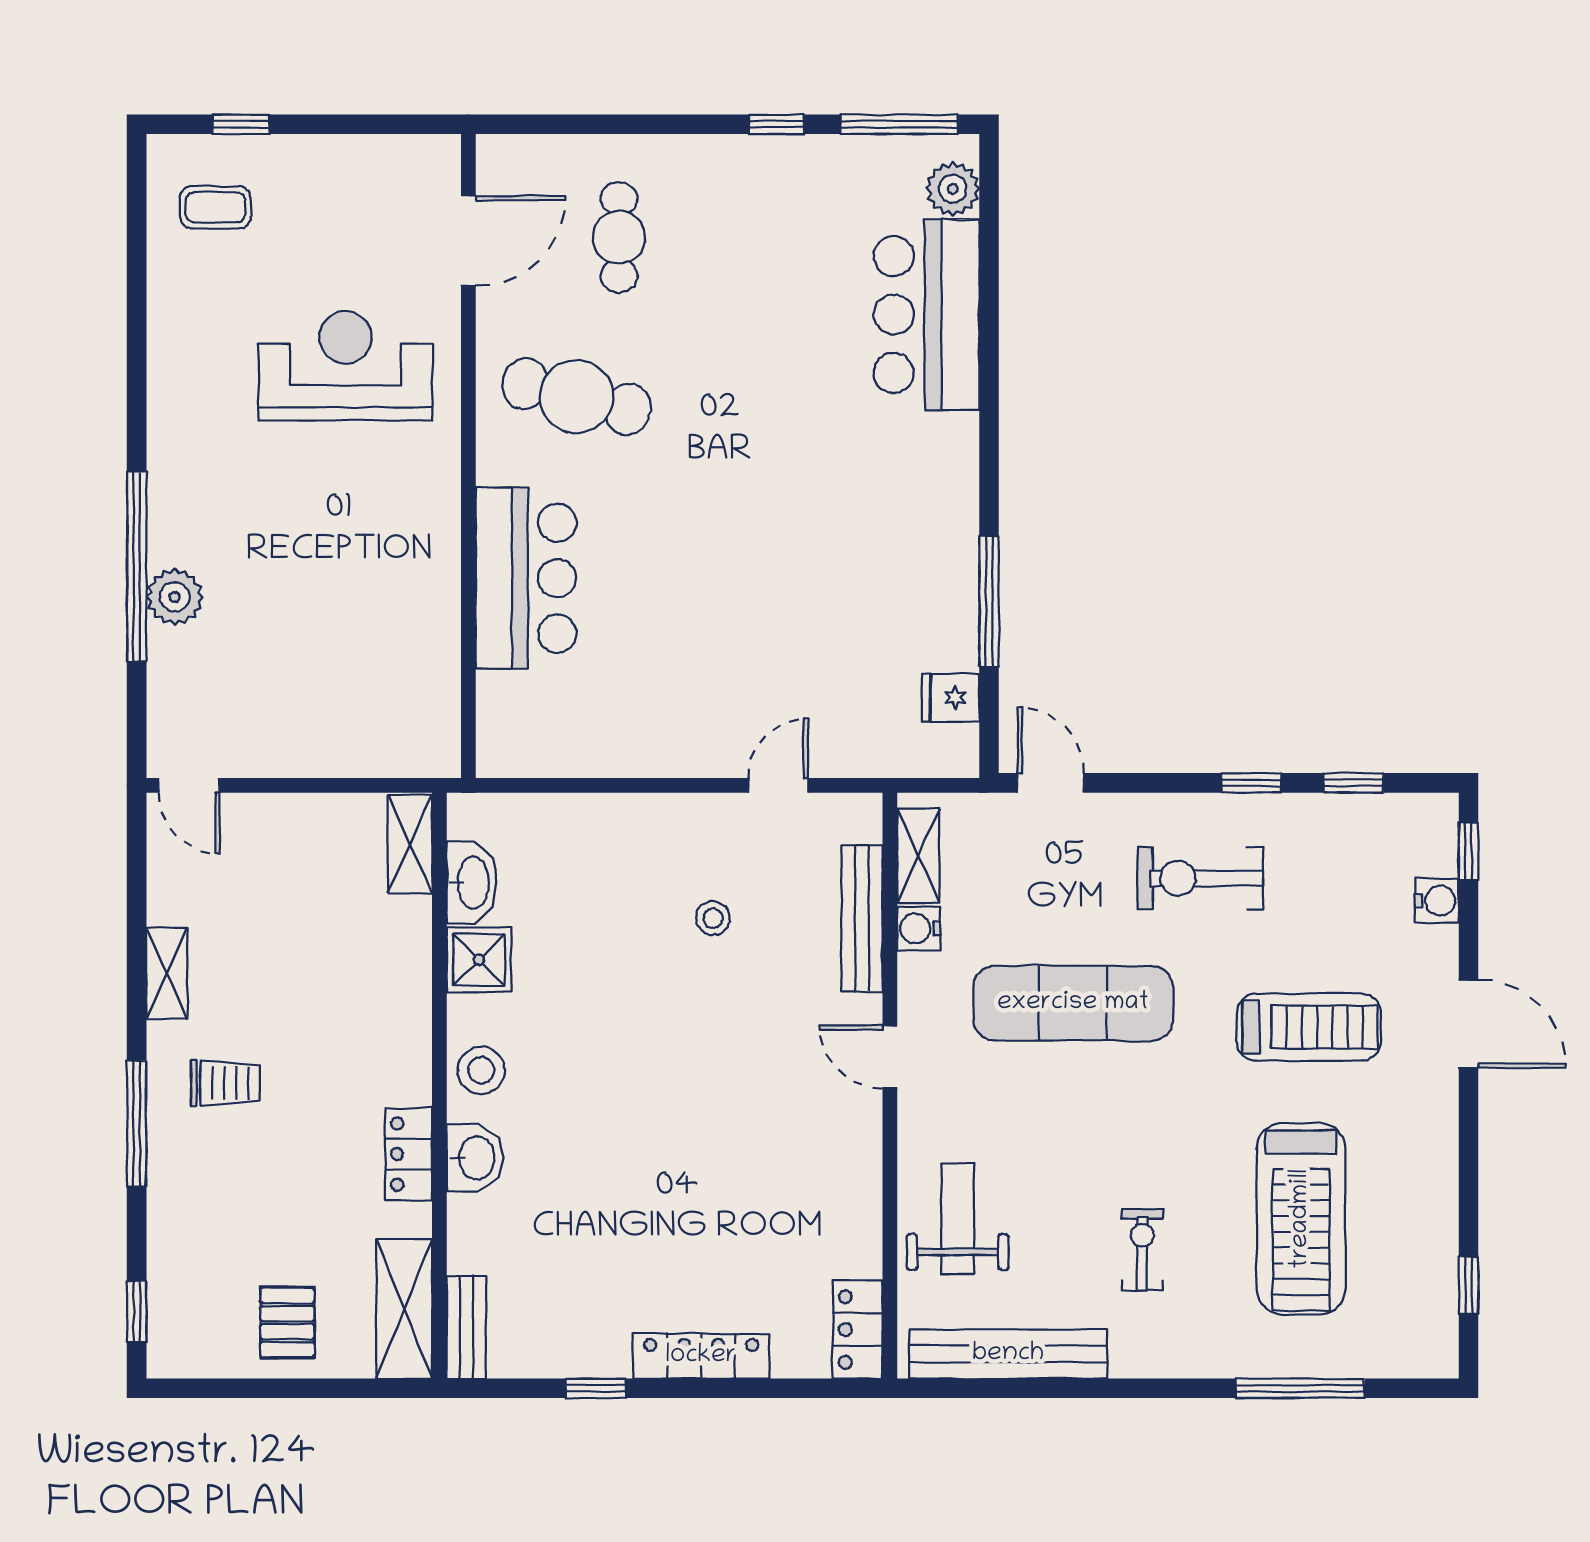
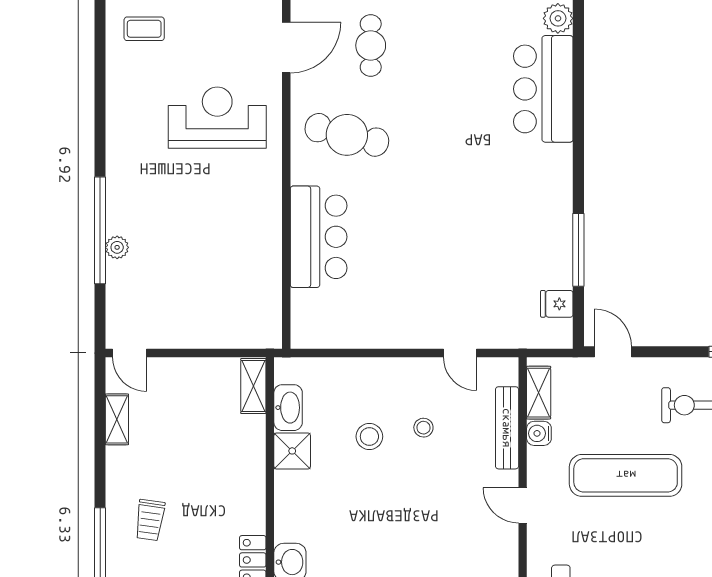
plant: (175, 597) -> (117, 247), width x0.73, depth x0.73
door: (778, 785) -> (460, 353), swing flipped
shelving: (167, 973) -> (117, 419), moved
stool: (481, 1070) -> (369, 436), moved
trolley: (225, 1083) -> (150, 520), turned 98

